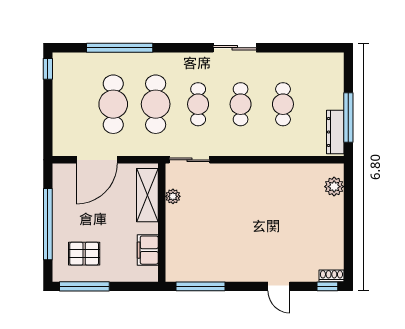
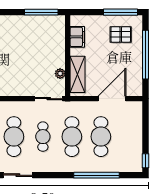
cafe table: (241, 104) -> (14, 137), width x1.37, depth x1.35

